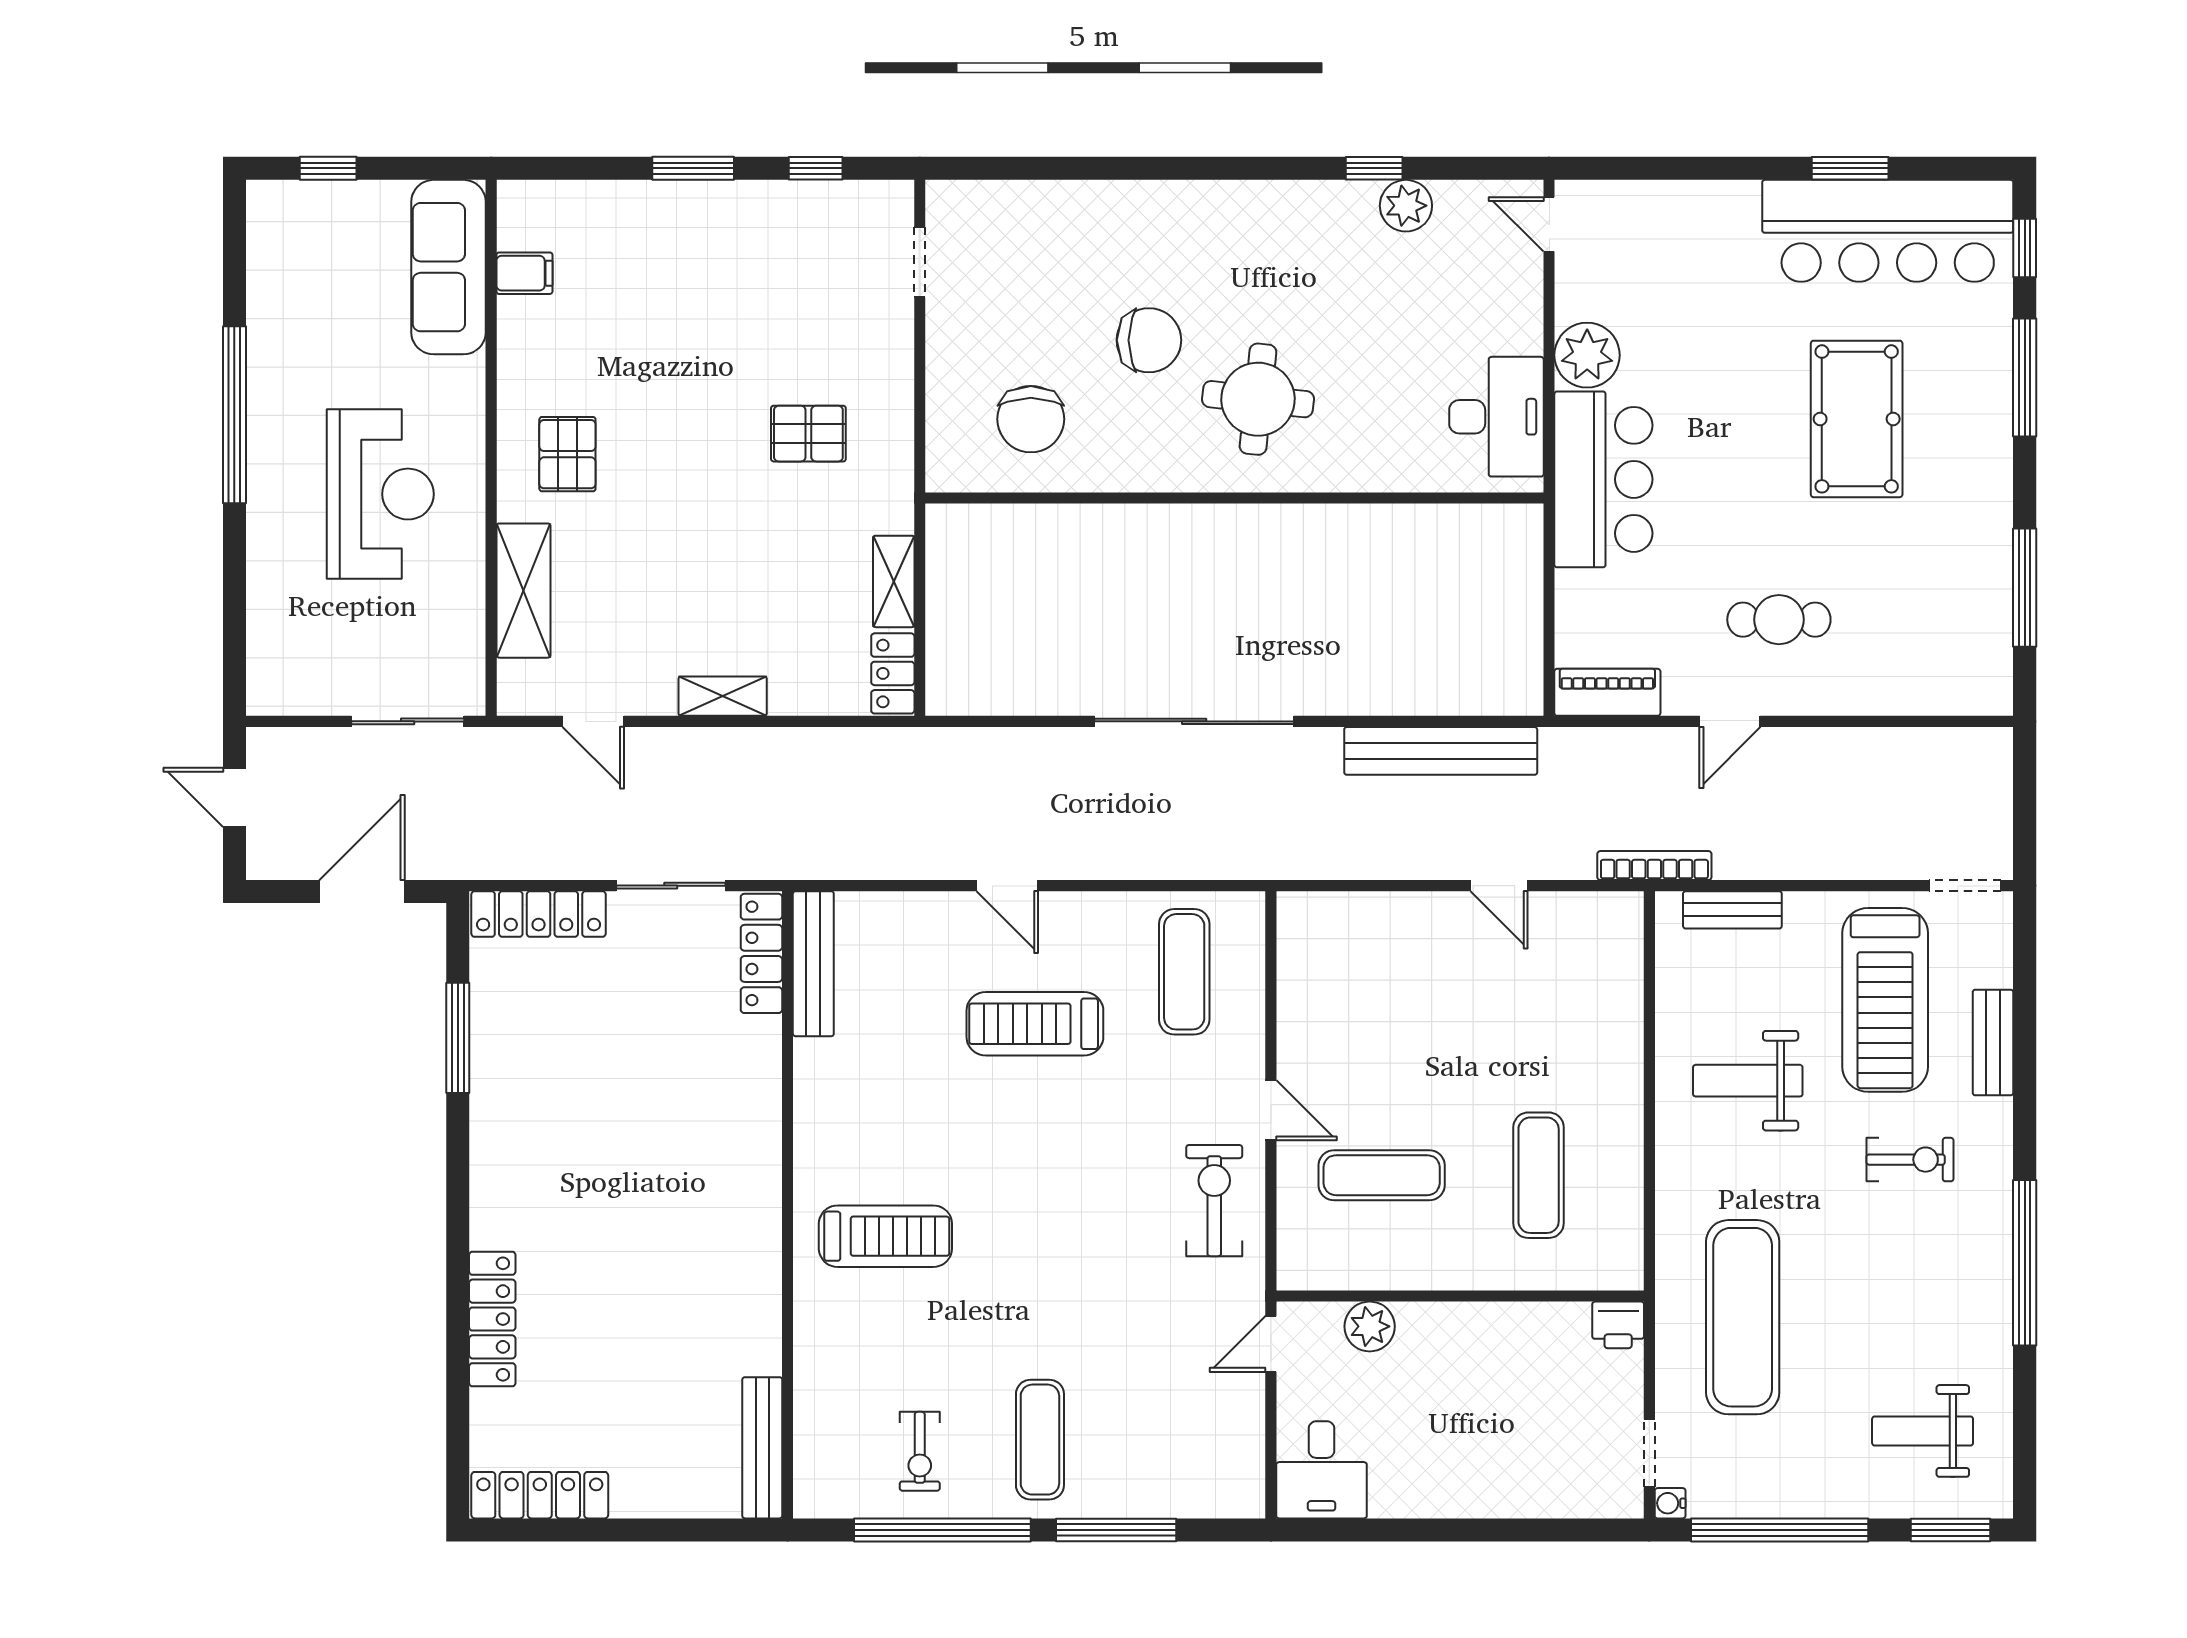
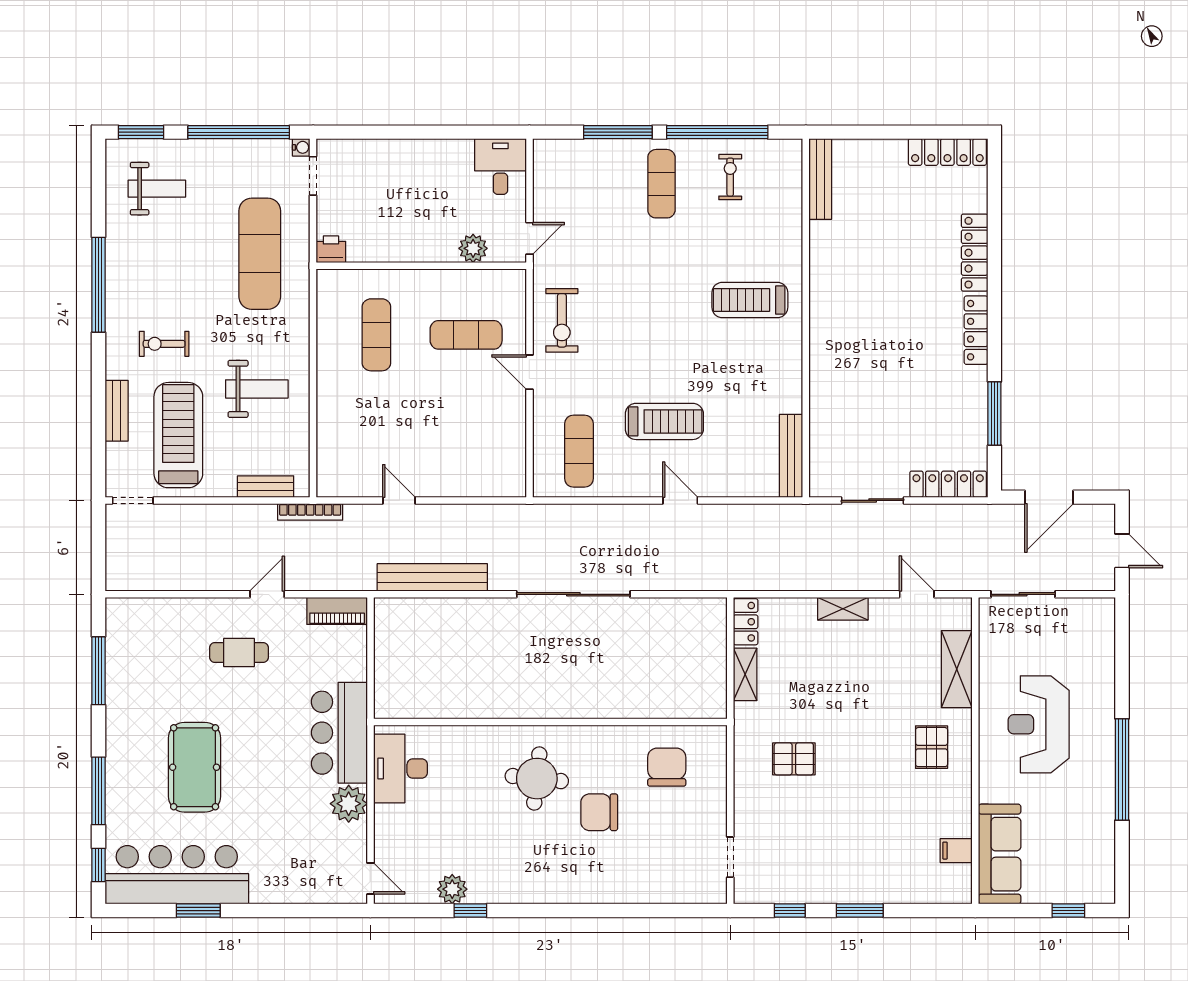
locker: (761, 953) -> (976, 330), moved, turned 180

